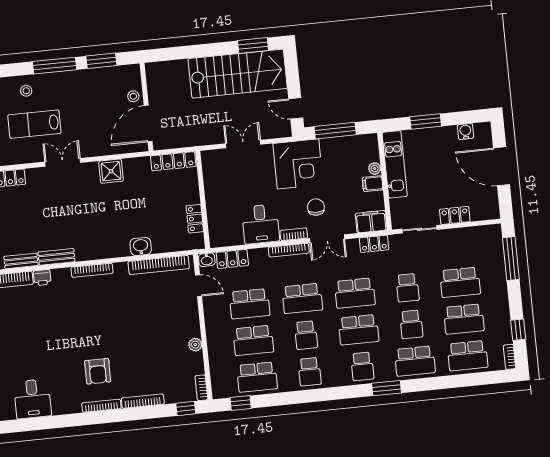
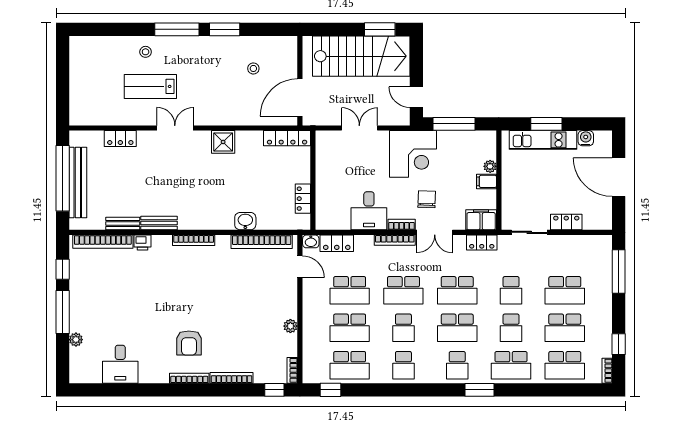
wall: (147, 107) -> (300, 81), moved
door: (148, 124) -> (300, 98), moved
kitchen unit: (395, 164) -> (543, 140), moved, turned 90

